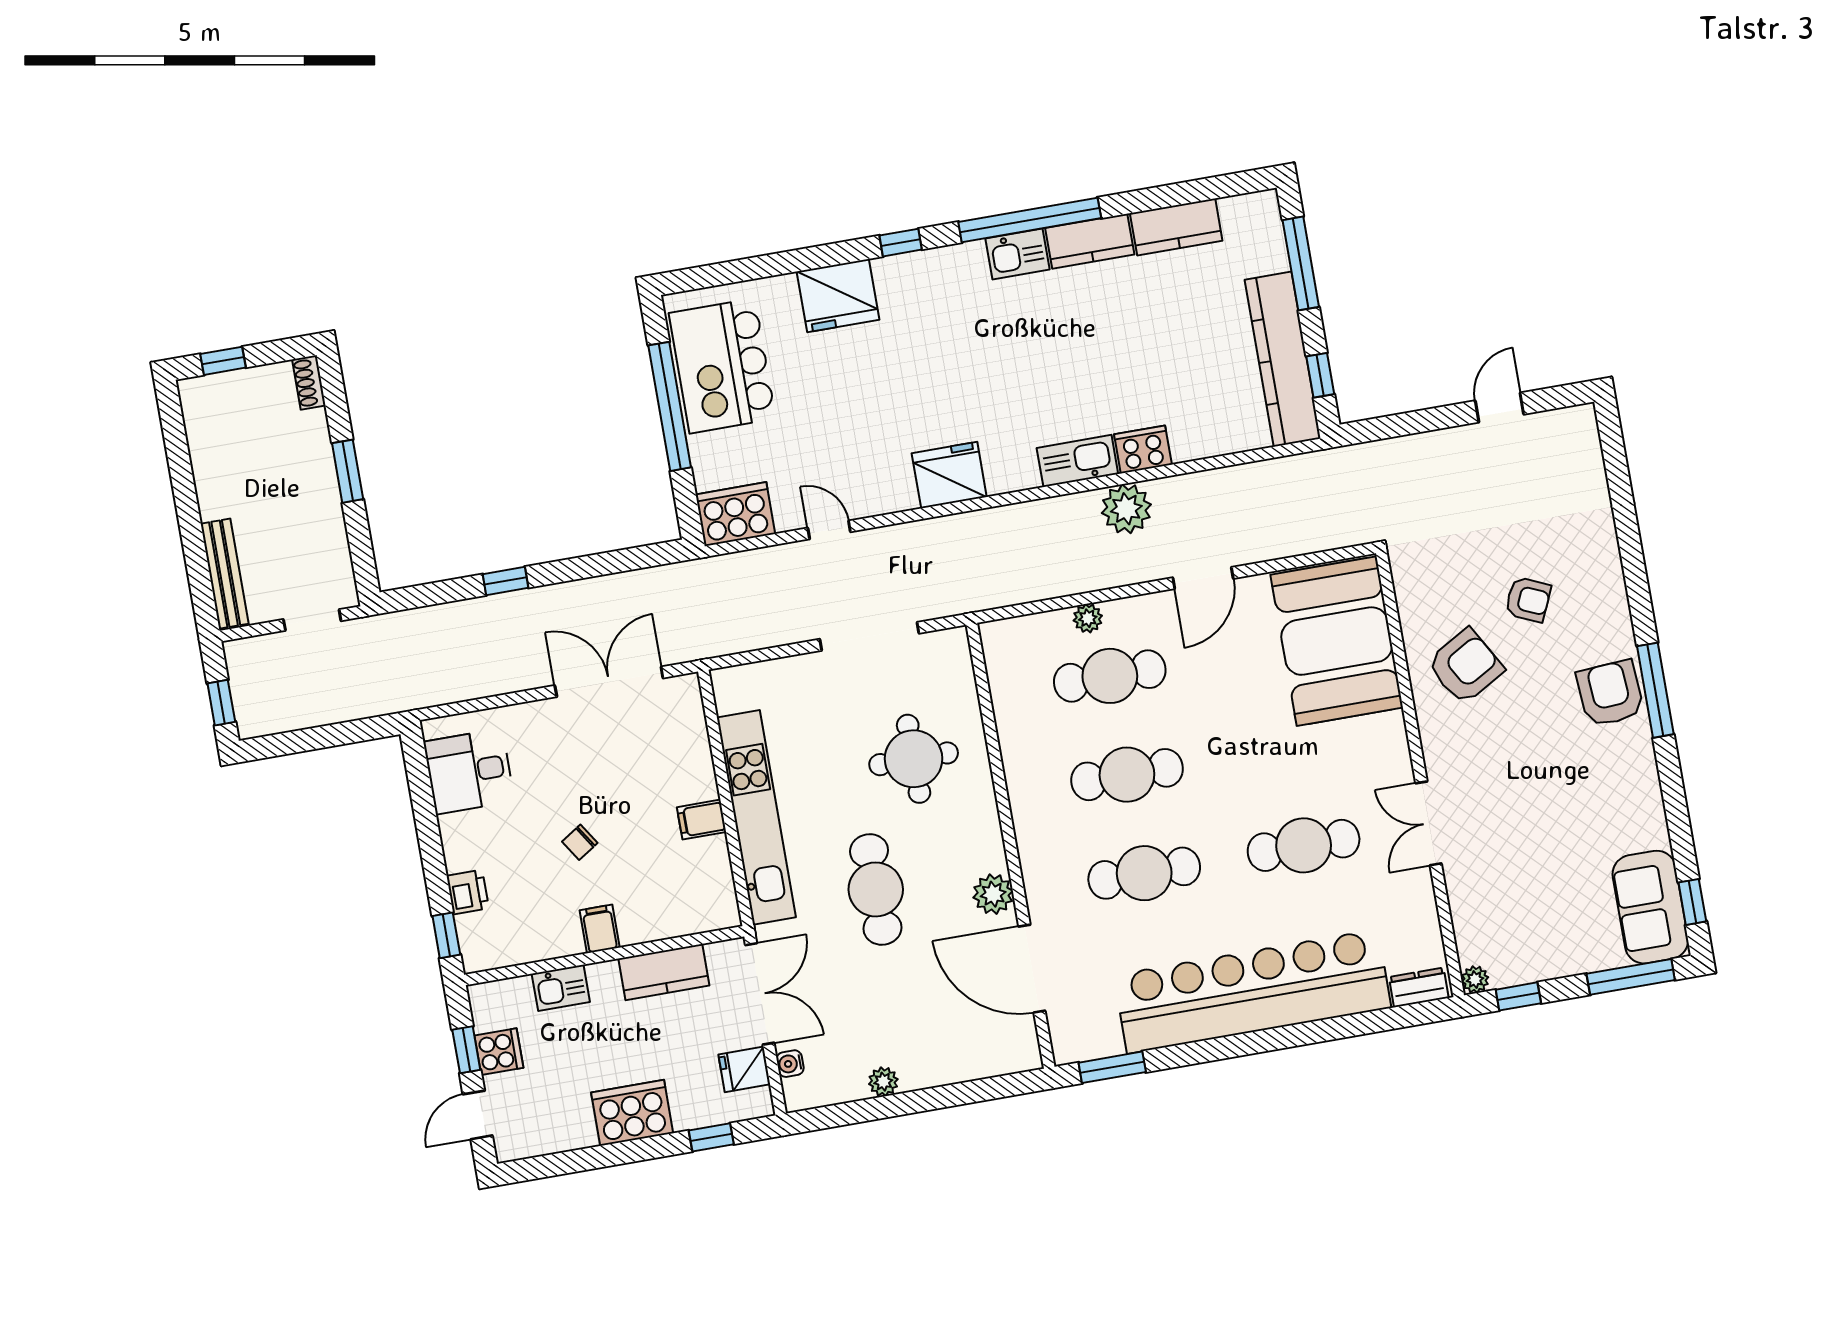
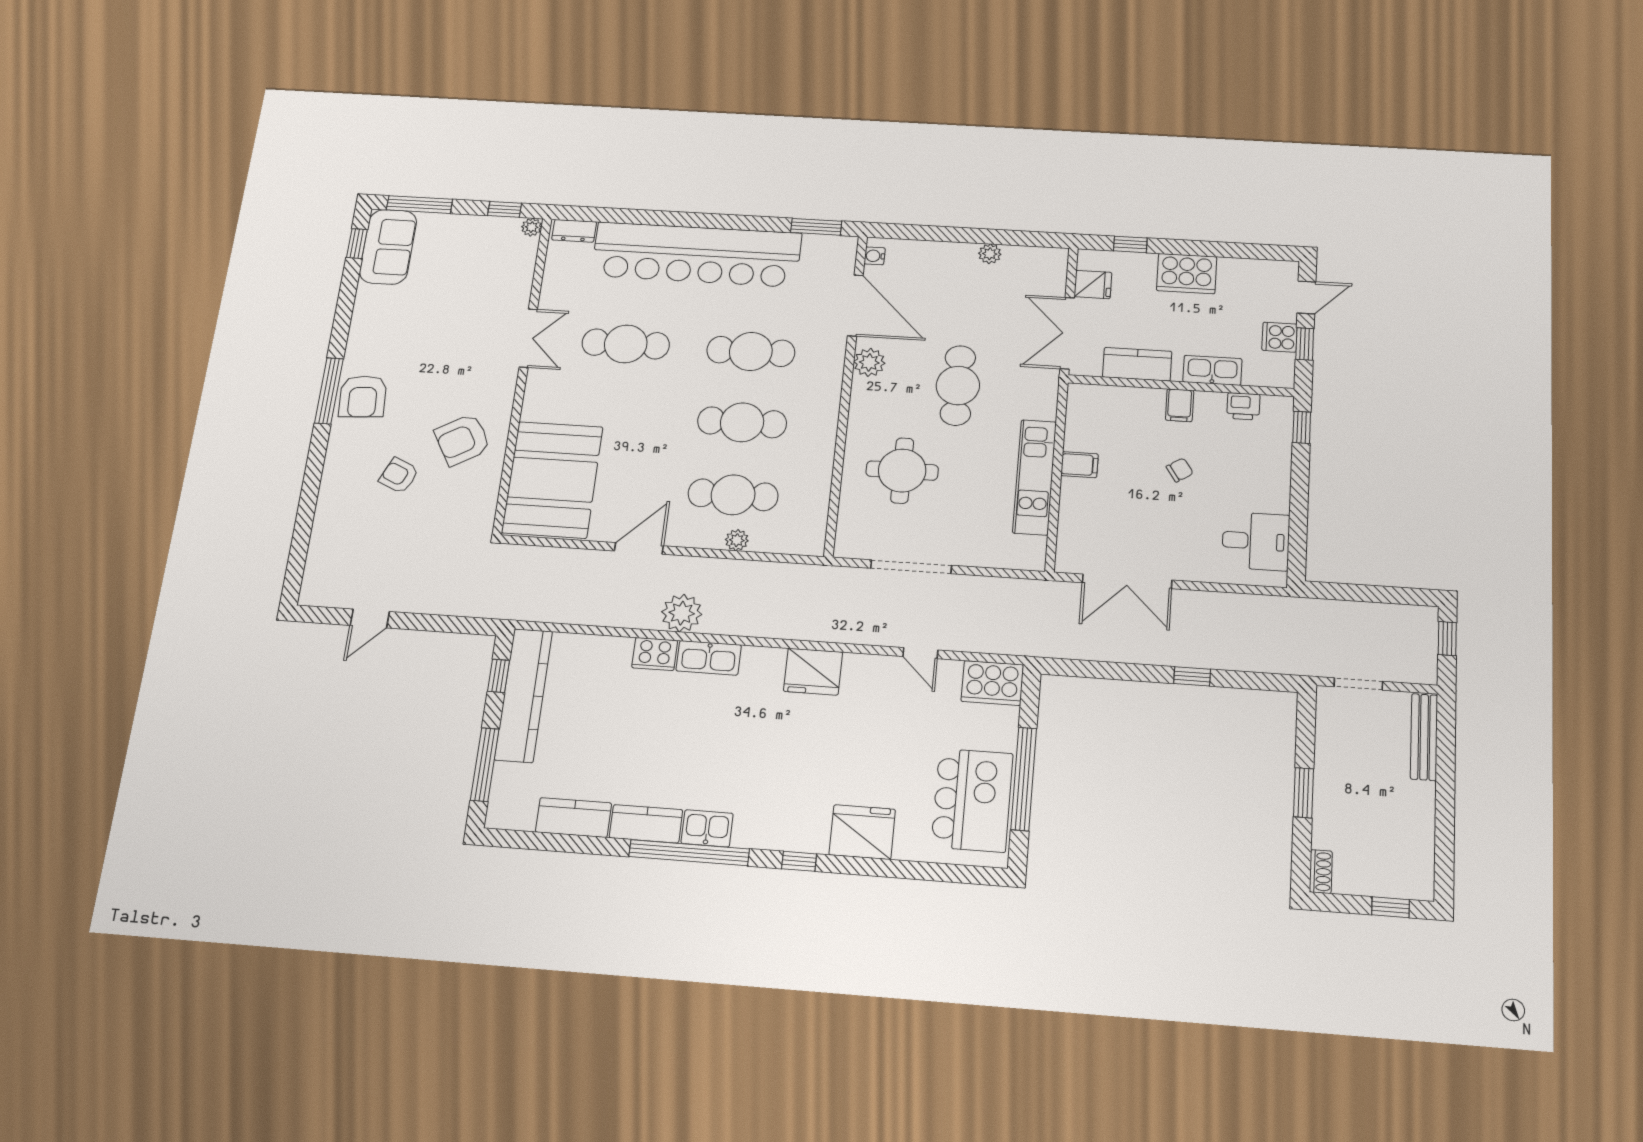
kitchen unit: (756, 817) -> (1035, 477), width x0.73
printer: (468, 892) -> (1243, 406), moved, turned -90
kitchen sink: (561, 988) -> (1212, 370), width x1.38
water cooler: (790, 1064) -> (875, 256), moved, turned 180

